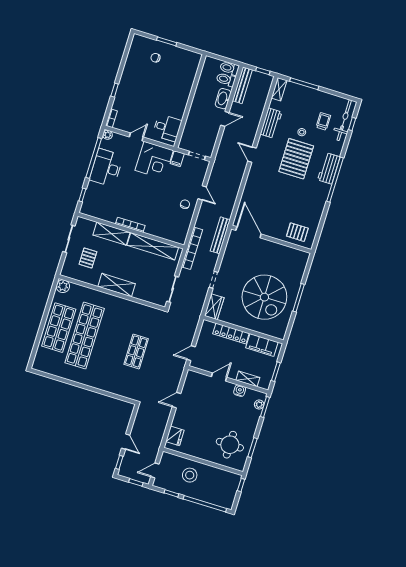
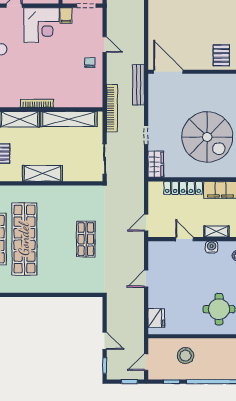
pallet: (297, 232) -> (221, 55), turned 90
door: (219, 377) -> (185, 239), hinge flipped

